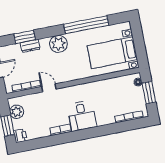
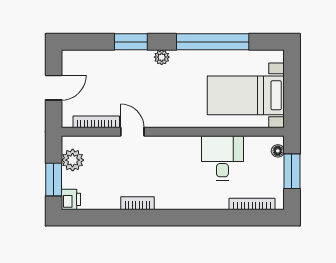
window: (25, 37) -> (131, 42), moved
plant: (58, 44) -> (162, 57), width x0.53, depth x0.53
dresser: (30, 46) -> (116, 58), removed
desk: (82, 116) -> (222, 158), moved, turned 180

